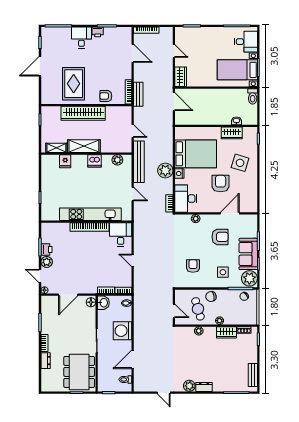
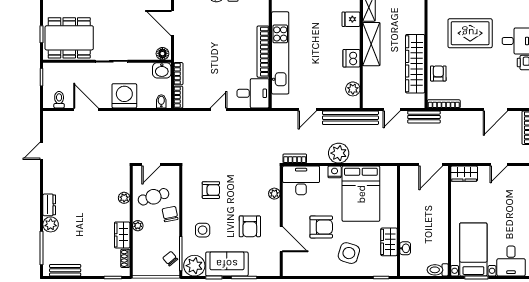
rug: (74, 84) -> (470, 33), moved
bench: (138, 94) -> (424, 117), moved
wardrobe: (83, 113) -> (415, 64), moved
plant: (189, 386) -> (51, 224), moved

